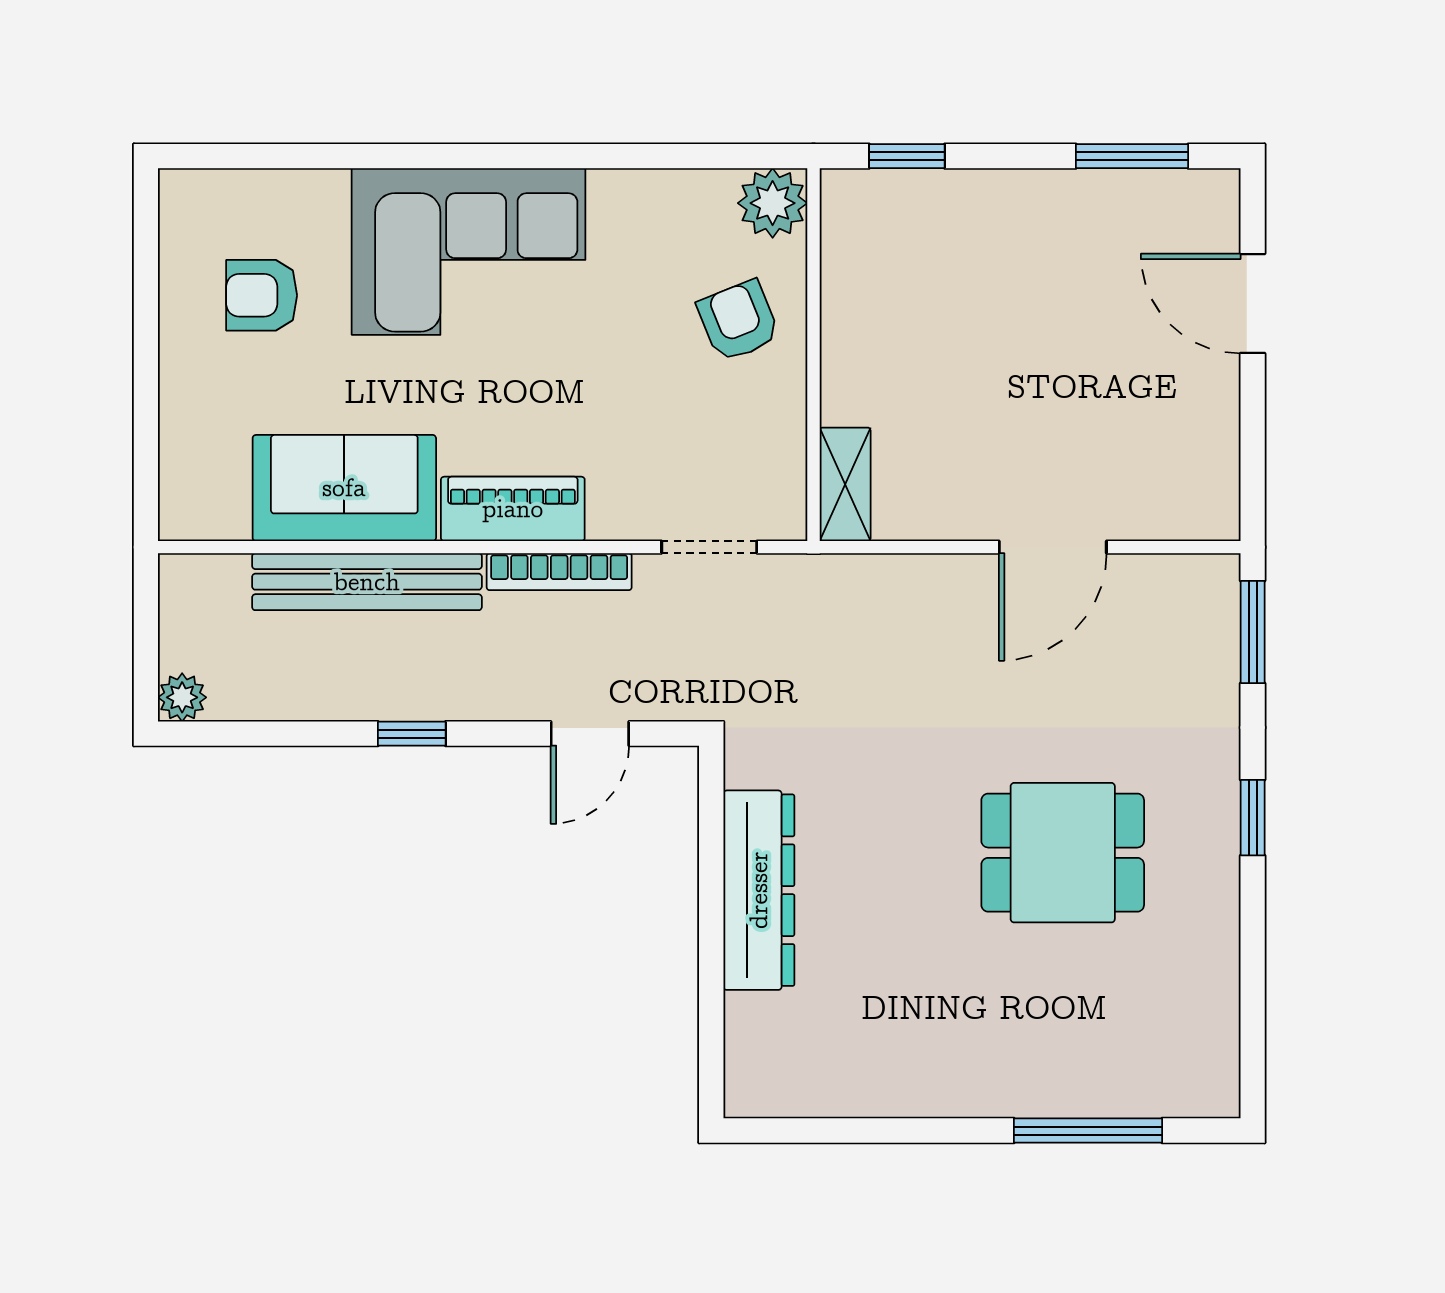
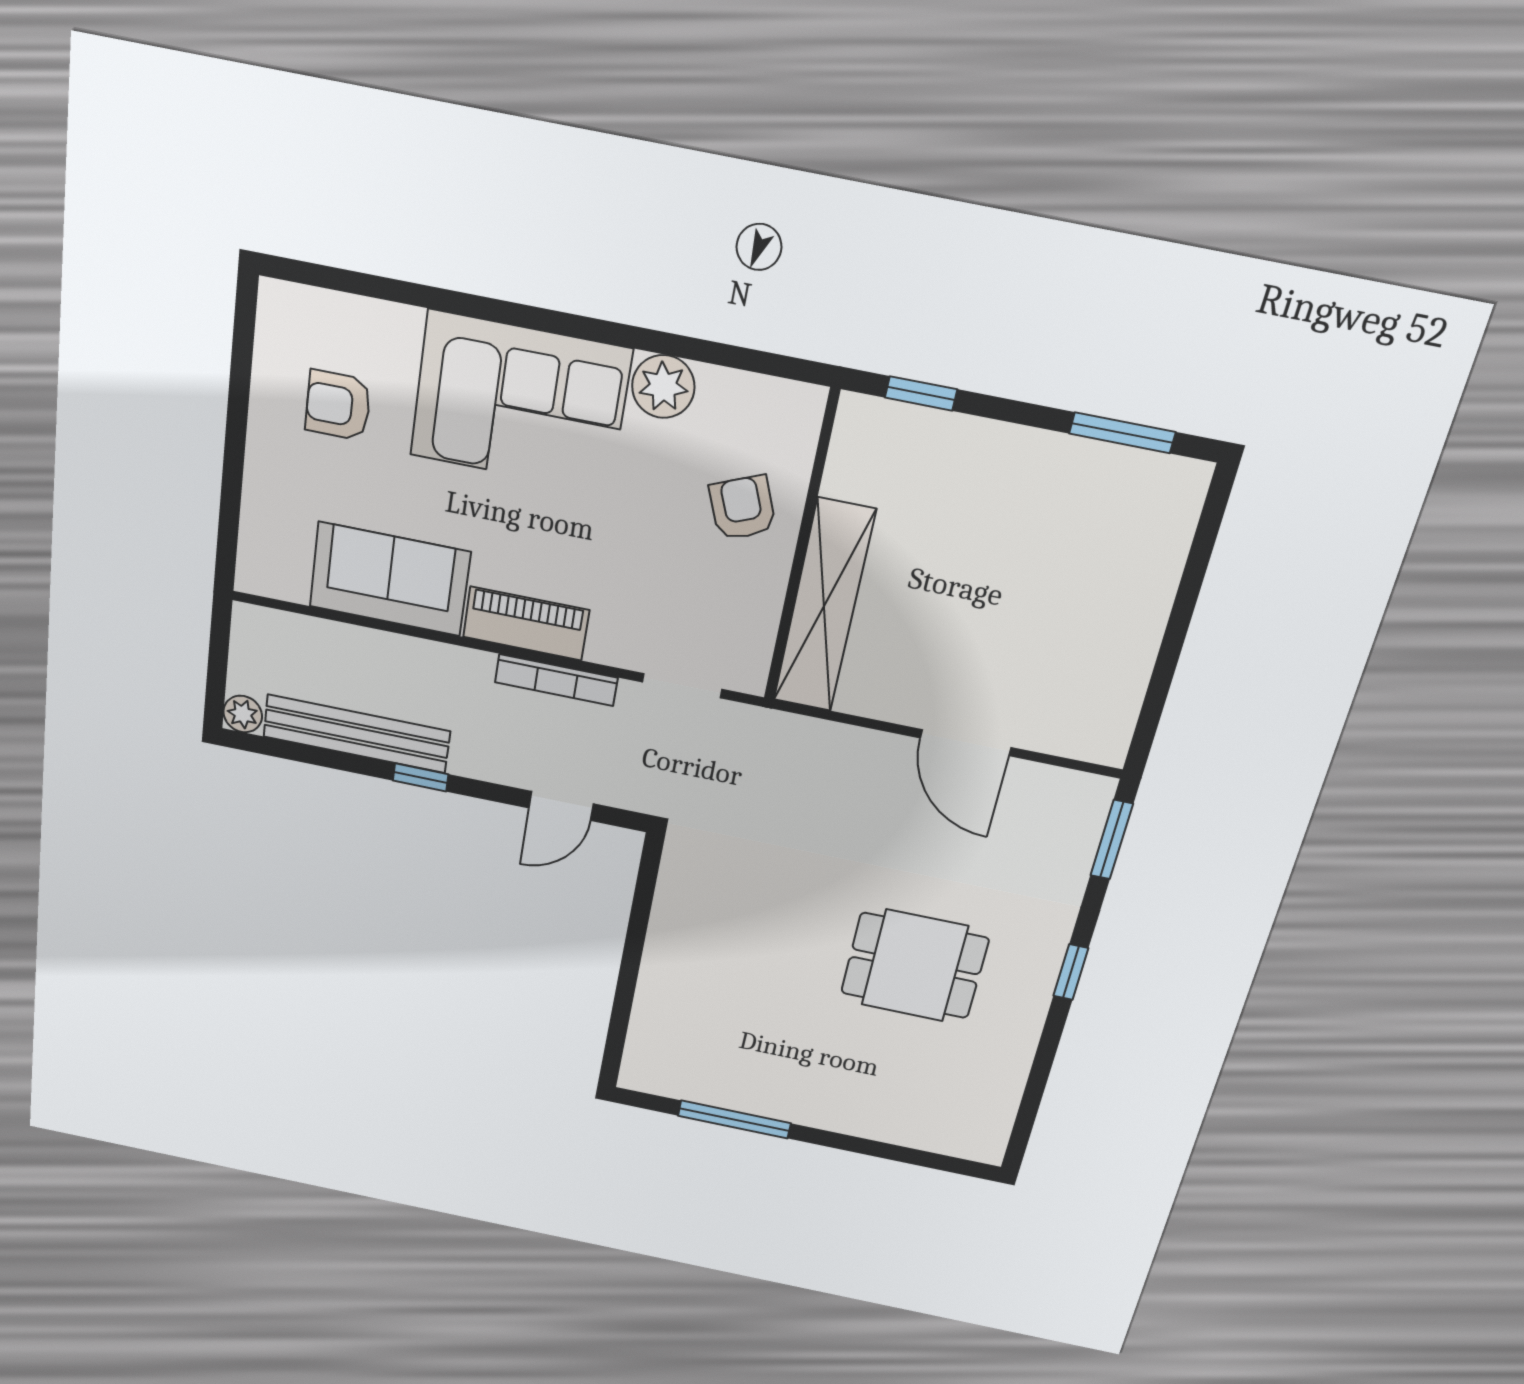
plant: (773, 203) -> (663, 387), moved
door: (1253, 304) -> (1191, 581), removed
shelving: (845, 484) -> (824, 606), width x2.20, depth x1.33
door: (1053, 547) -> (966, 743), hinge flipped
bench: (367, 582) -> (357, 734), moved
dresser: (759, 890) -> (673, 943), removed
window: (1088, 1131) -> (734, 1119), moved

